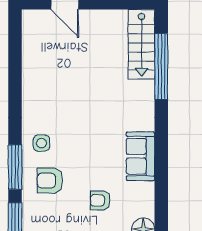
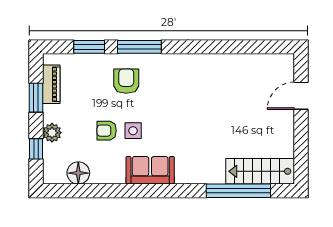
side table: (41, 143) -> (133, 131), moved
armchair: (100, 200) -> (107, 131), turned -90

